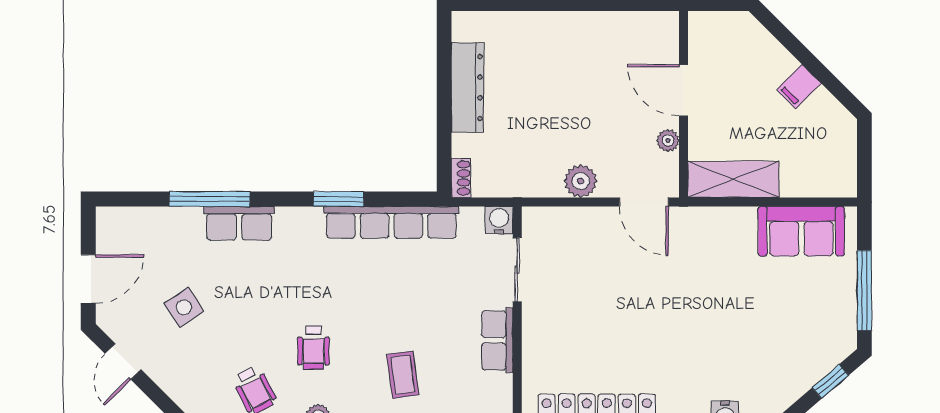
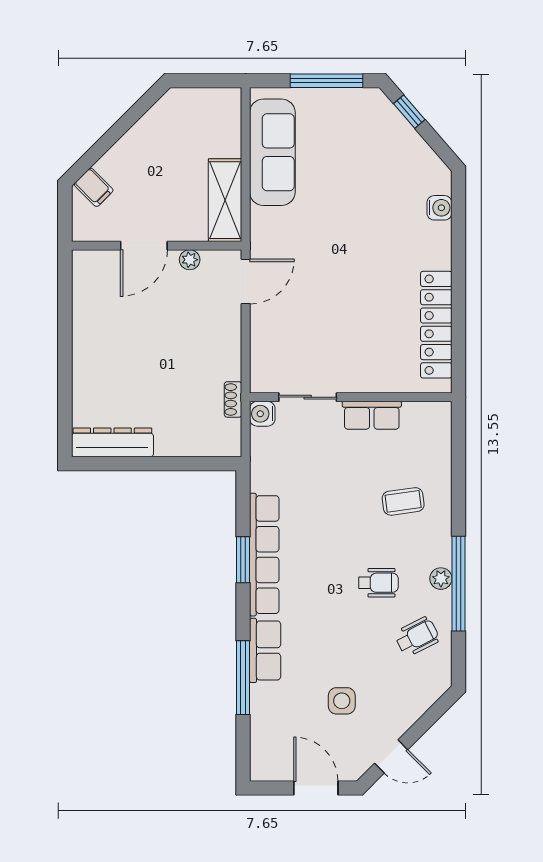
dresser: (467, 87) -> (112, 442), moved
filing cabinet: (799, 87) -> (94, 187), moved
shoe rack: (461, 178) -> (233, 399), moved, turned -90
plant: (581, 181) -> (227, 339), removed
row of seats: (391, 222) -> (264, 555), moved
sofa: (801, 231) -> (272, 152), width x1.36
side table: (184, 307) -> (342, 701), turned 33

